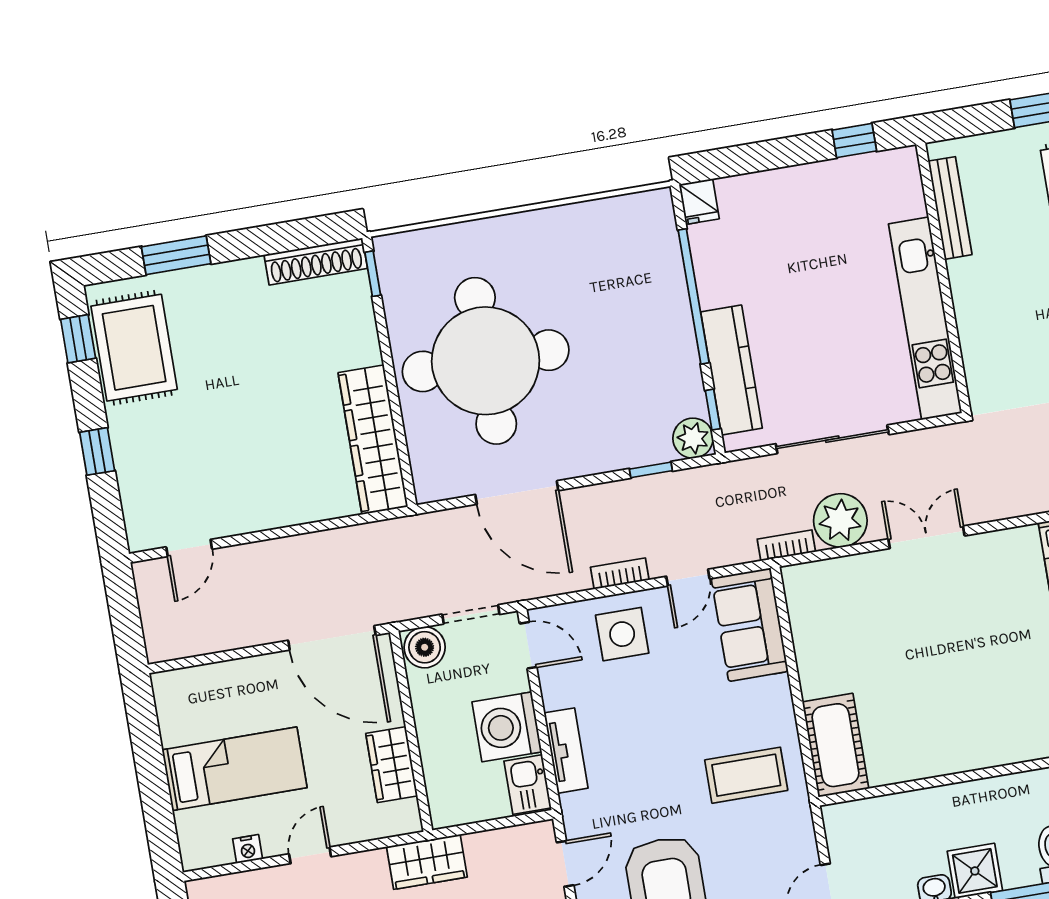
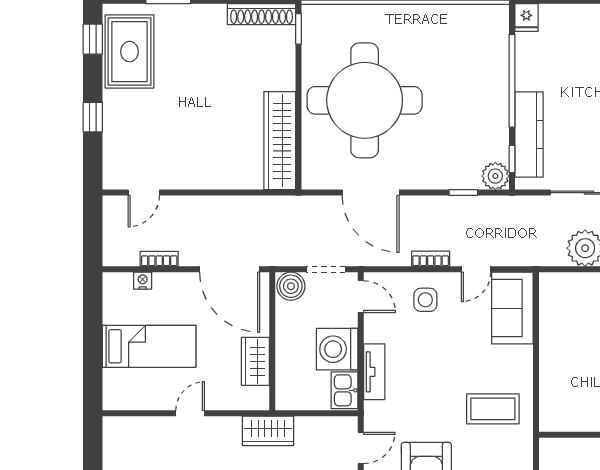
bookcase: (786, 545) -> (159, 259), moved
side table: (622, 634) -> (425, 300), width x0.73, depth x0.73
cot: (836, 745) -> (556, 399), removed
nightstand: (248, 849) -> (143, 281), moved, turned 180

